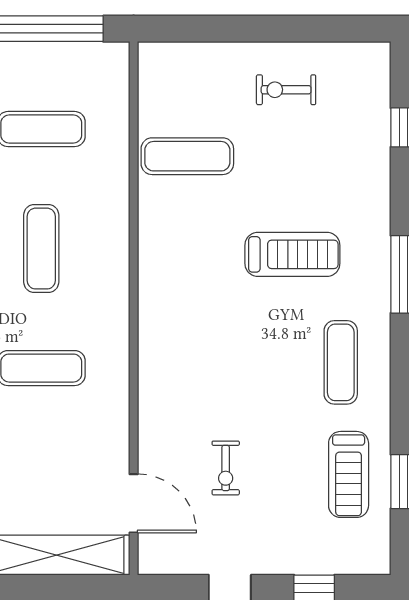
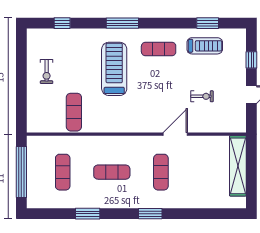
treadmill: (292, 254) -> (114, 69), width x1.37, depth x1.38
door: (134, 503) -> (175, 134), moved

